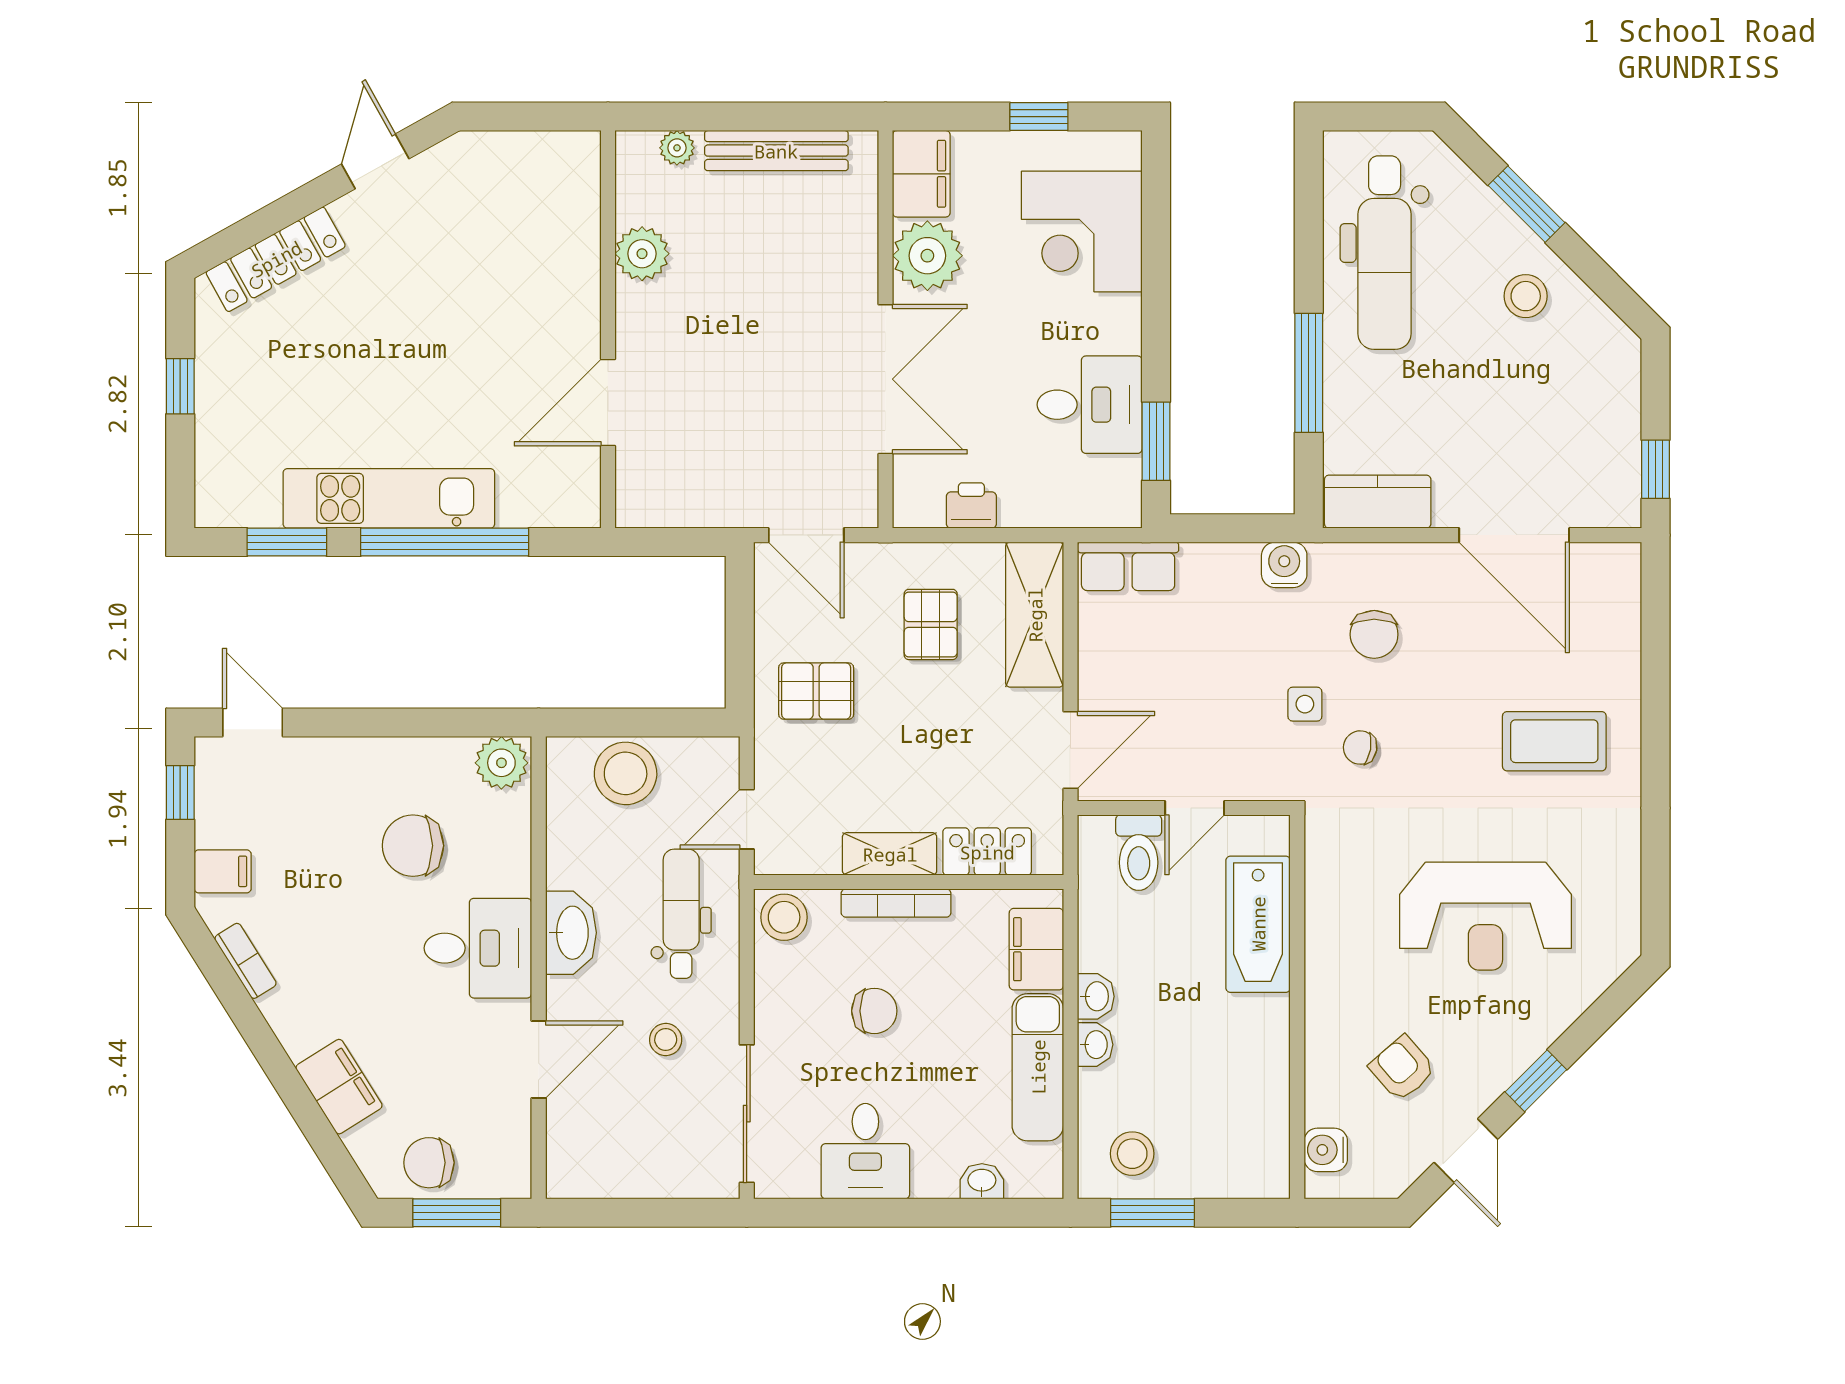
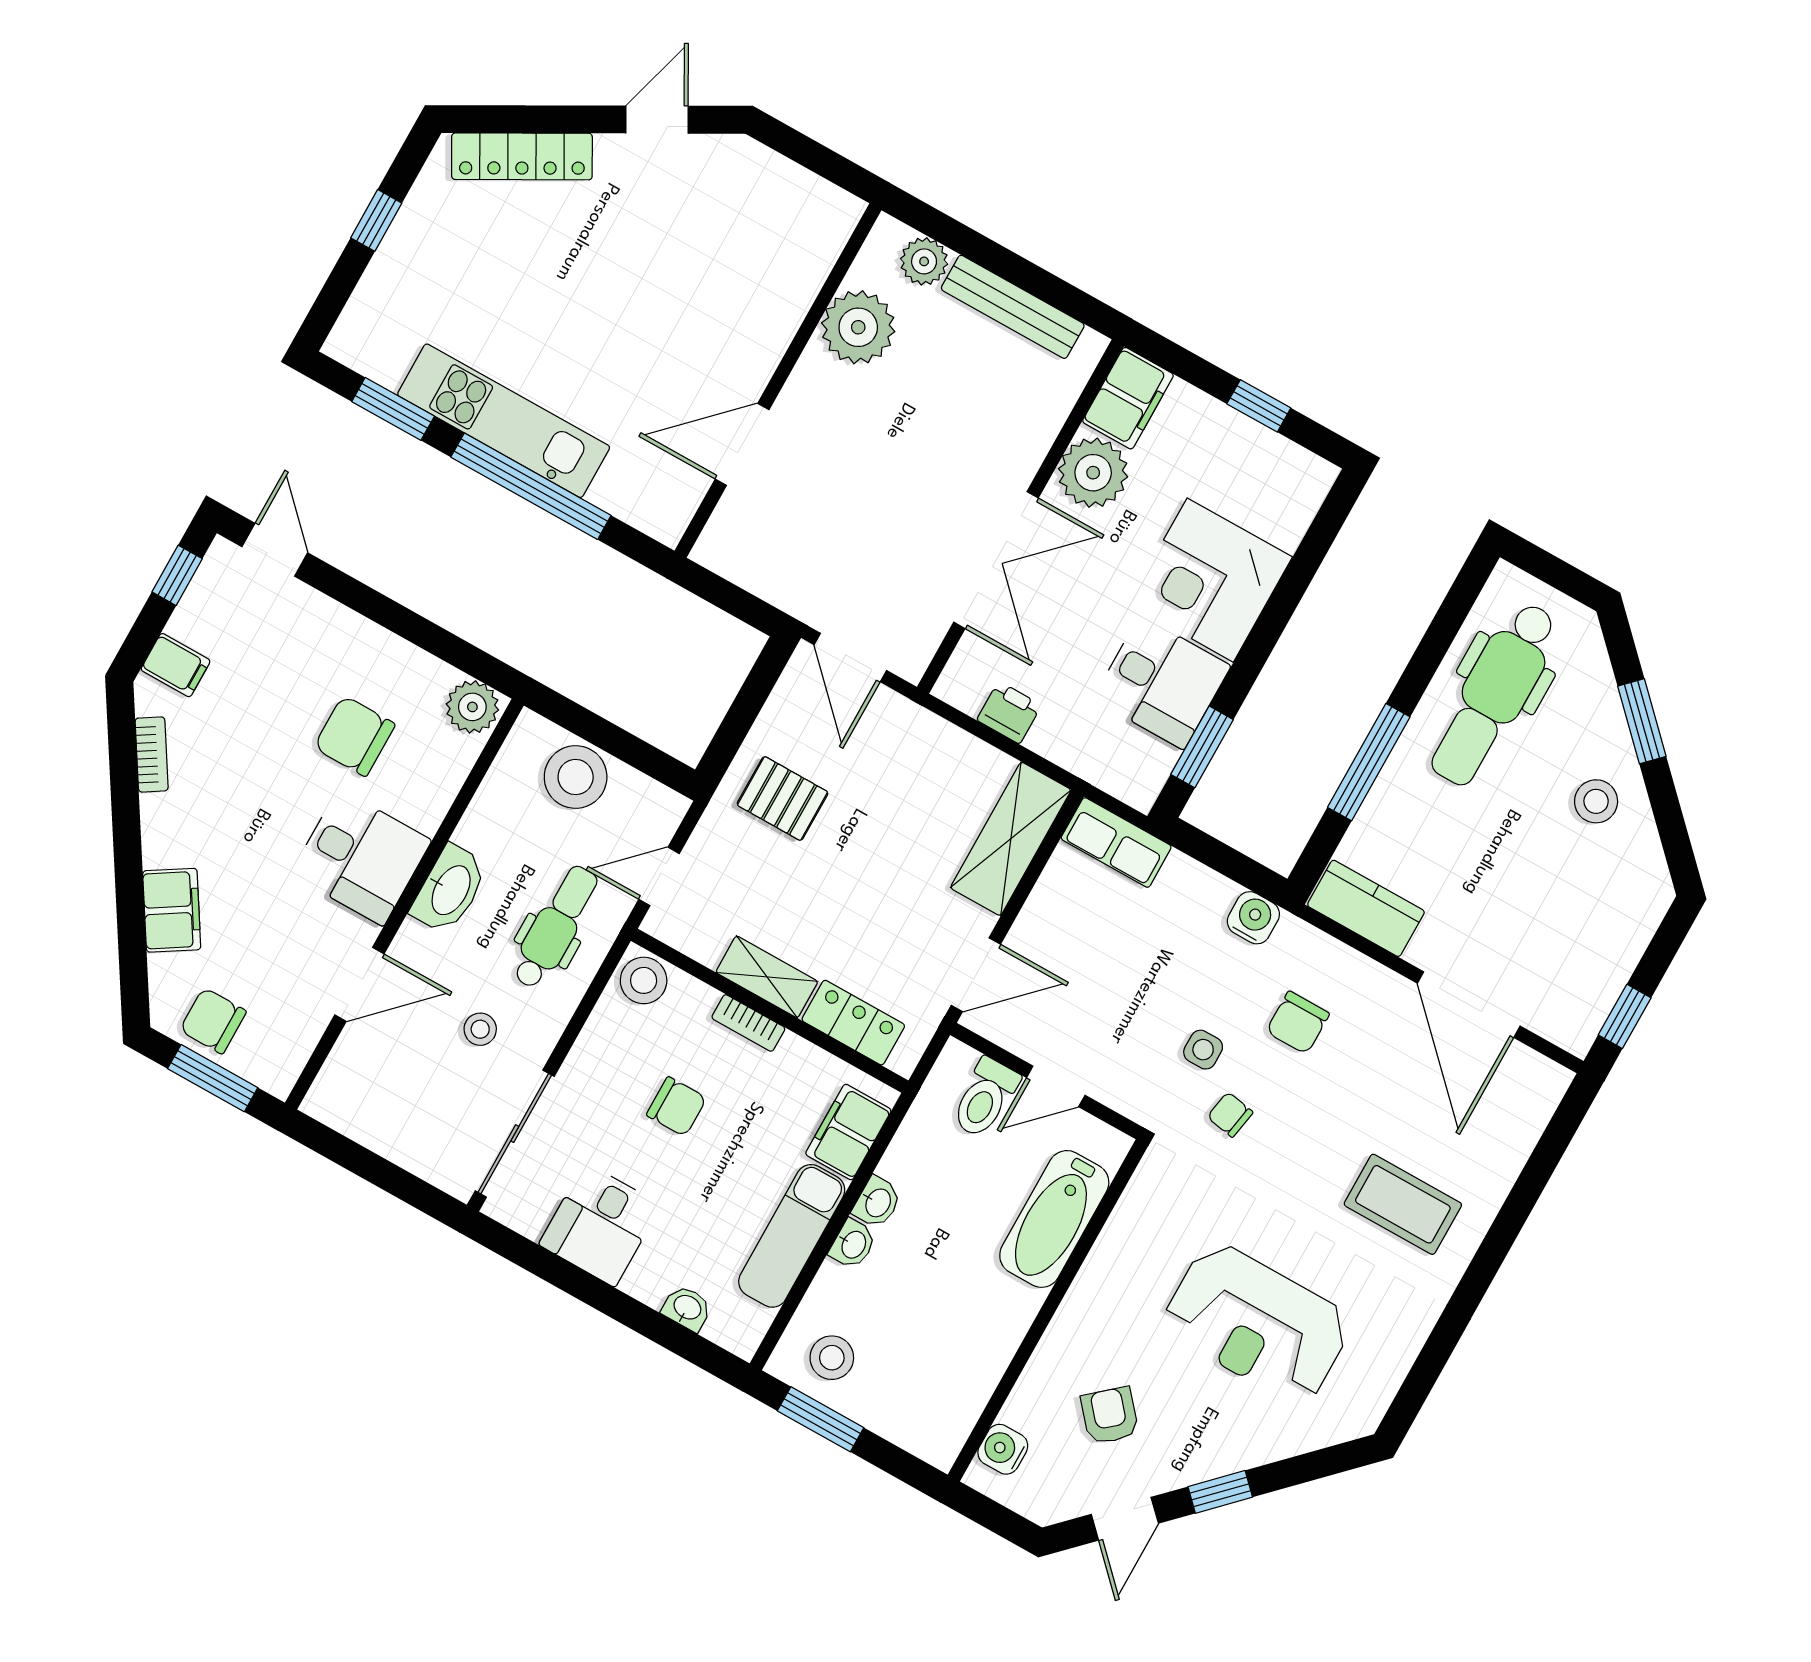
plant: (677, 148) -> (924, 261), width x1.38, depth x1.38
corner desk: (1082, 231) -> (1210, 580), moved
plant: (642, 254) -> (858, 327), width x1.36, depth x1.36
pallet: (931, 624) -> (915, 797), removed
bookcase: (896, 903) -> (748, 1023), width x0.64

